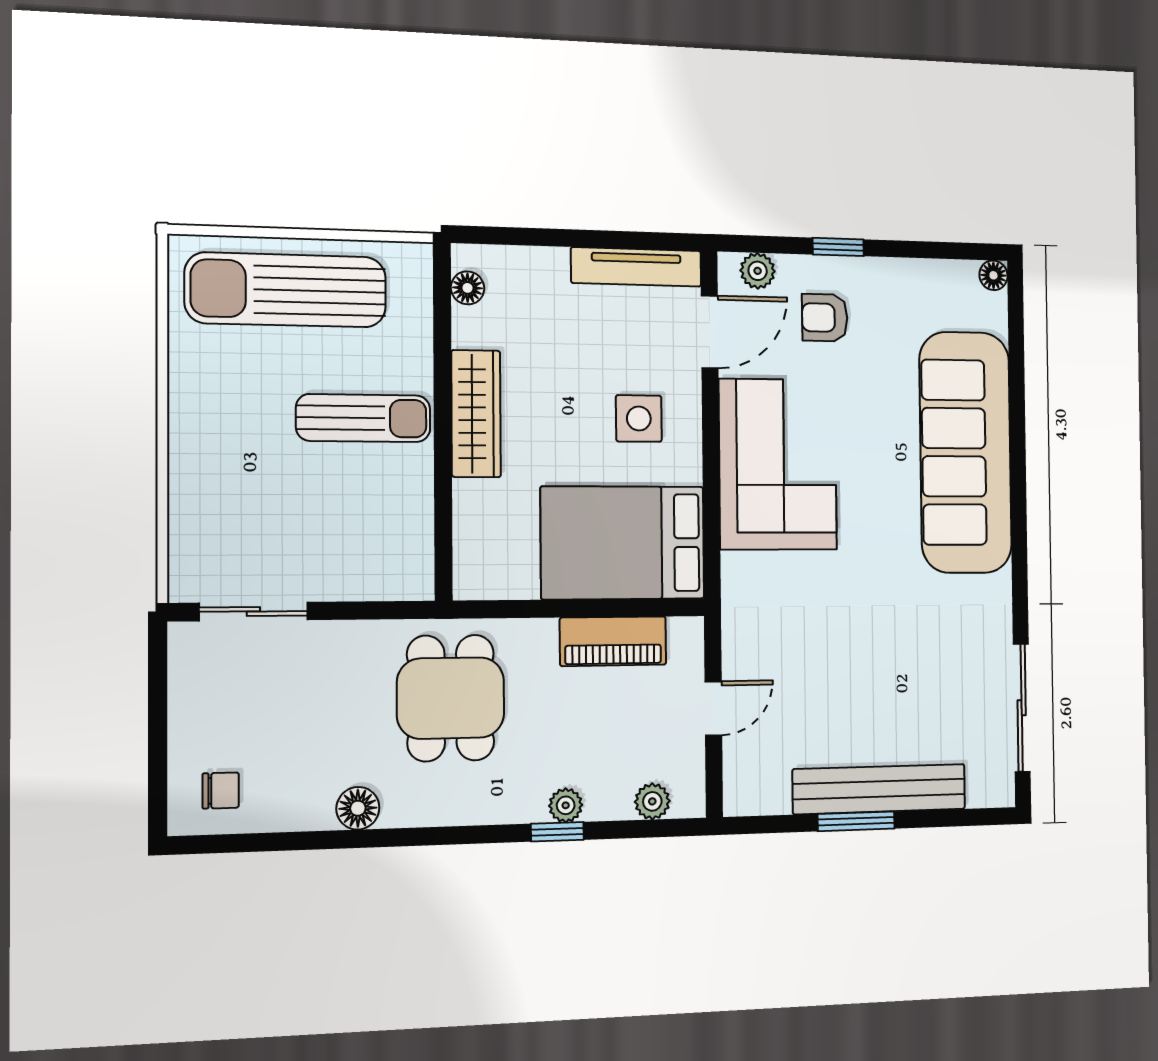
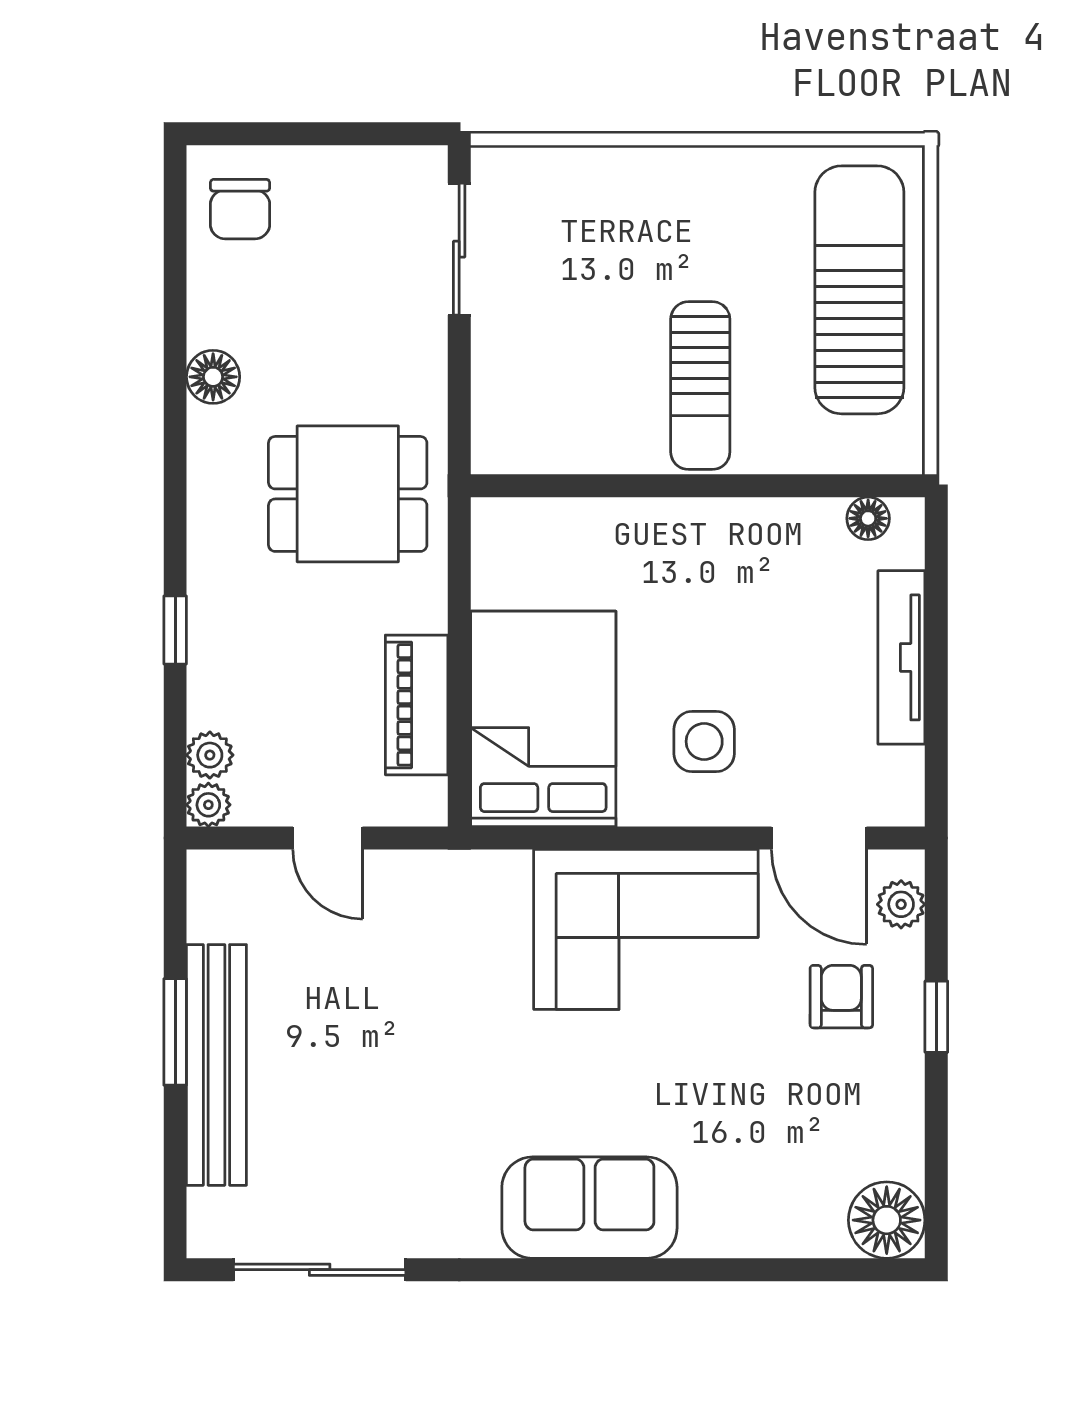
tv unit: (636, 267) -> (901, 657), moved
floor lamp: (993, 275) -> (887, 1220), width x1.89, depth x1.89
wardrobe: (476, 414) -> (708, 528), removed
sofa: (966, 452) -> (589, 1208), width x0.54, depth x0.79
chair: (221, 791) -> (240, 209), width x1.37, depth x1.37
plant: (566, 805) -> (208, 805), moved

